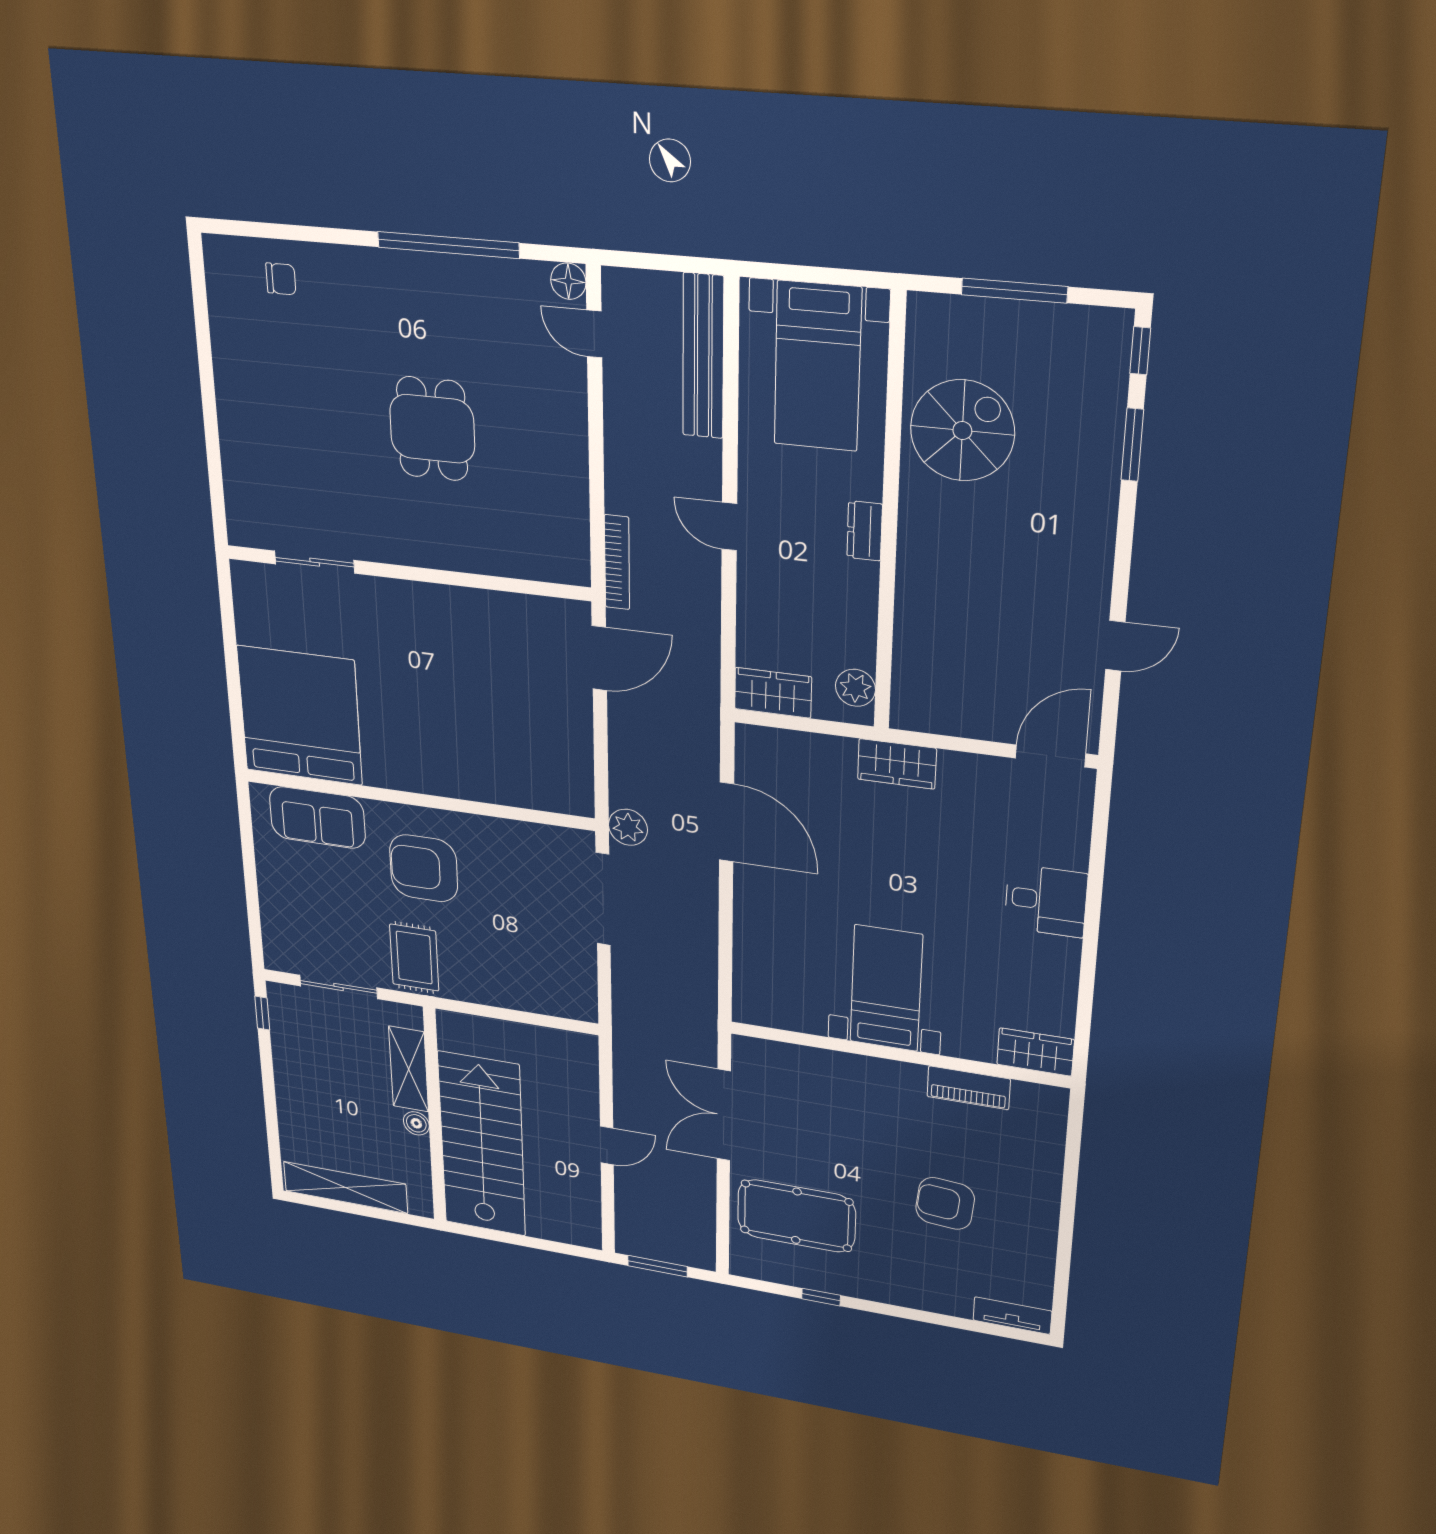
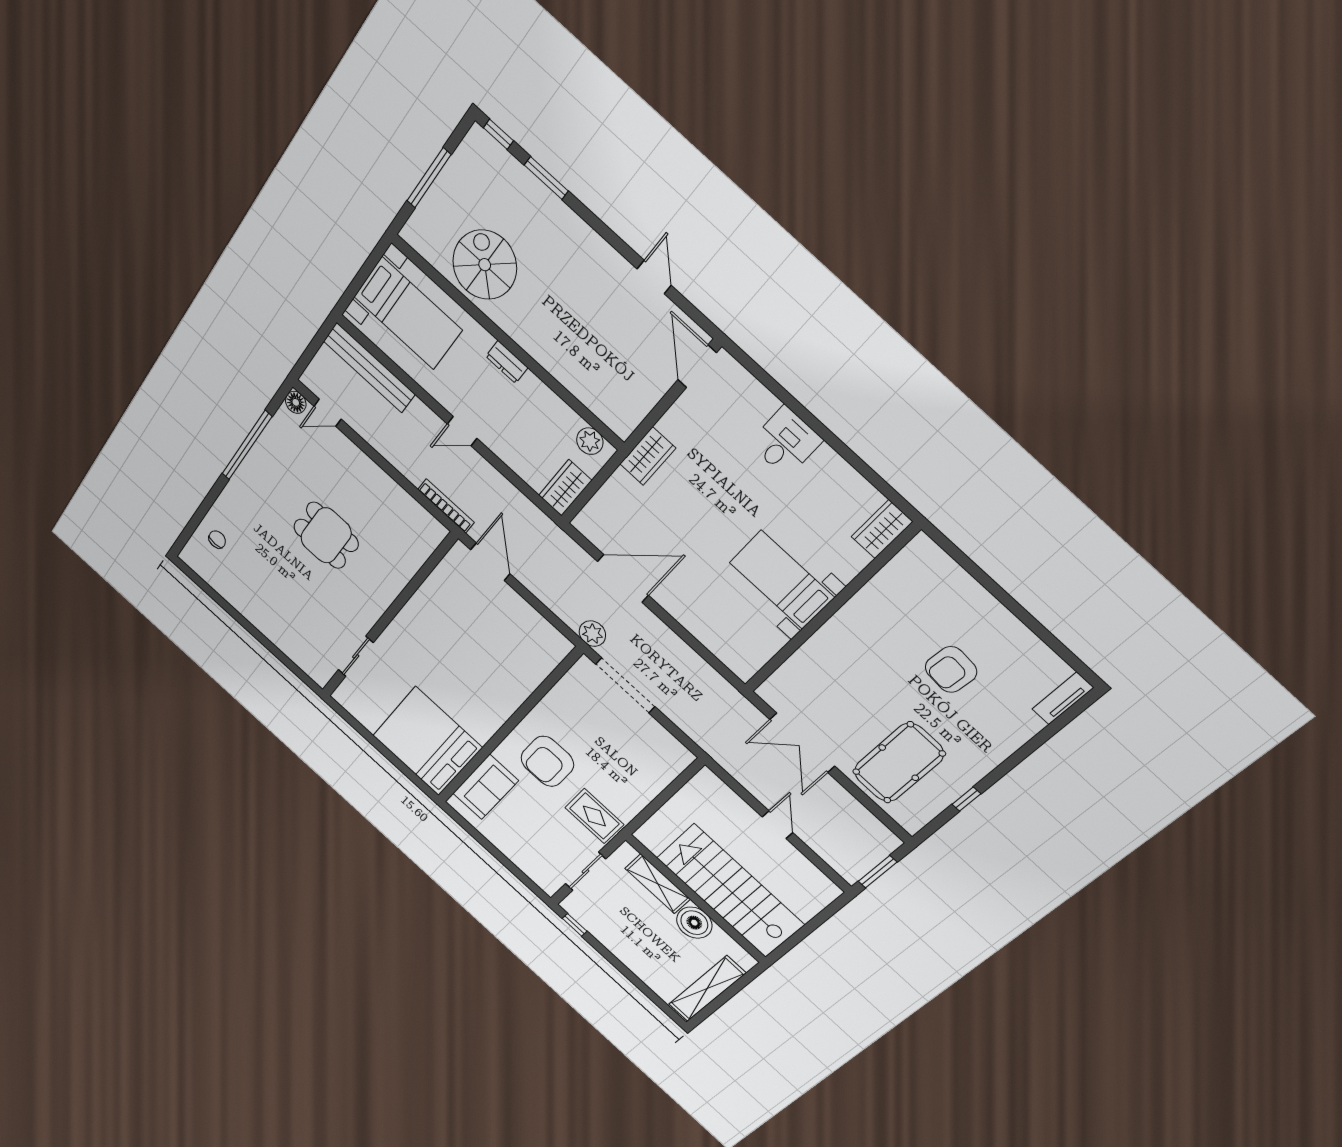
piano: (969, 1088) -> (880, 588), removed
boiler: (416, 1123) -> (694, 923), width x1.86, depth x1.86

